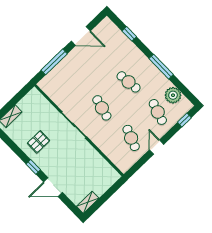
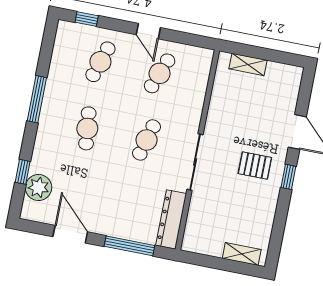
dresser: (53, 92) -> (171, 219), added
plant: (173, 95) -> (38, 187), moved
pallet: (39, 142) -> (255, 166), moved
door: (157, 147) -> (148, 31), hinge flipped
shelving: (88, 202) -> (248, 64), moved

